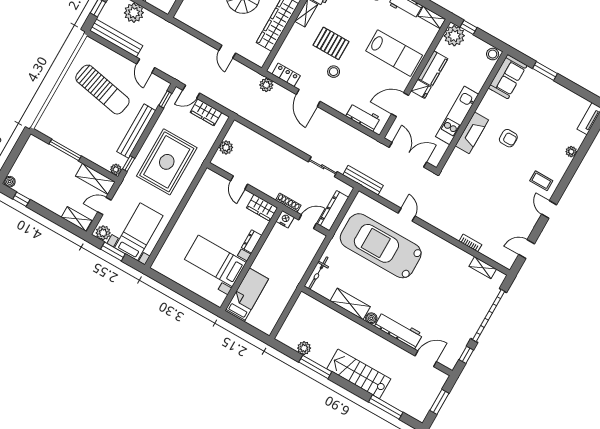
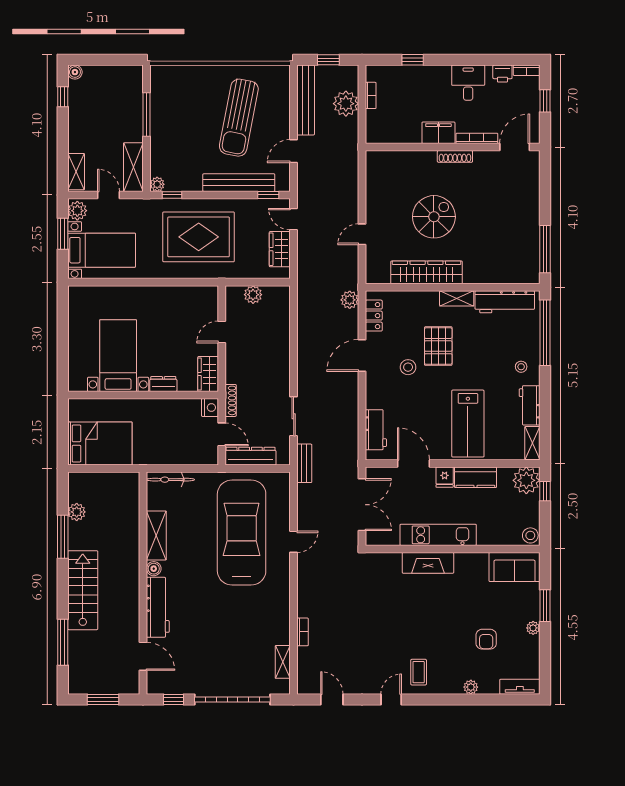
plant: (555, 87) -> (533, 628), added
bench: (136, 131) -> (239, 183), moved
armchair: (508, 138) -> (486, 639), moved
bench: (363, 180) -> (304, 463), width x0.73
bed: (247, 295) -> (100, 443), moved, width x1.50

